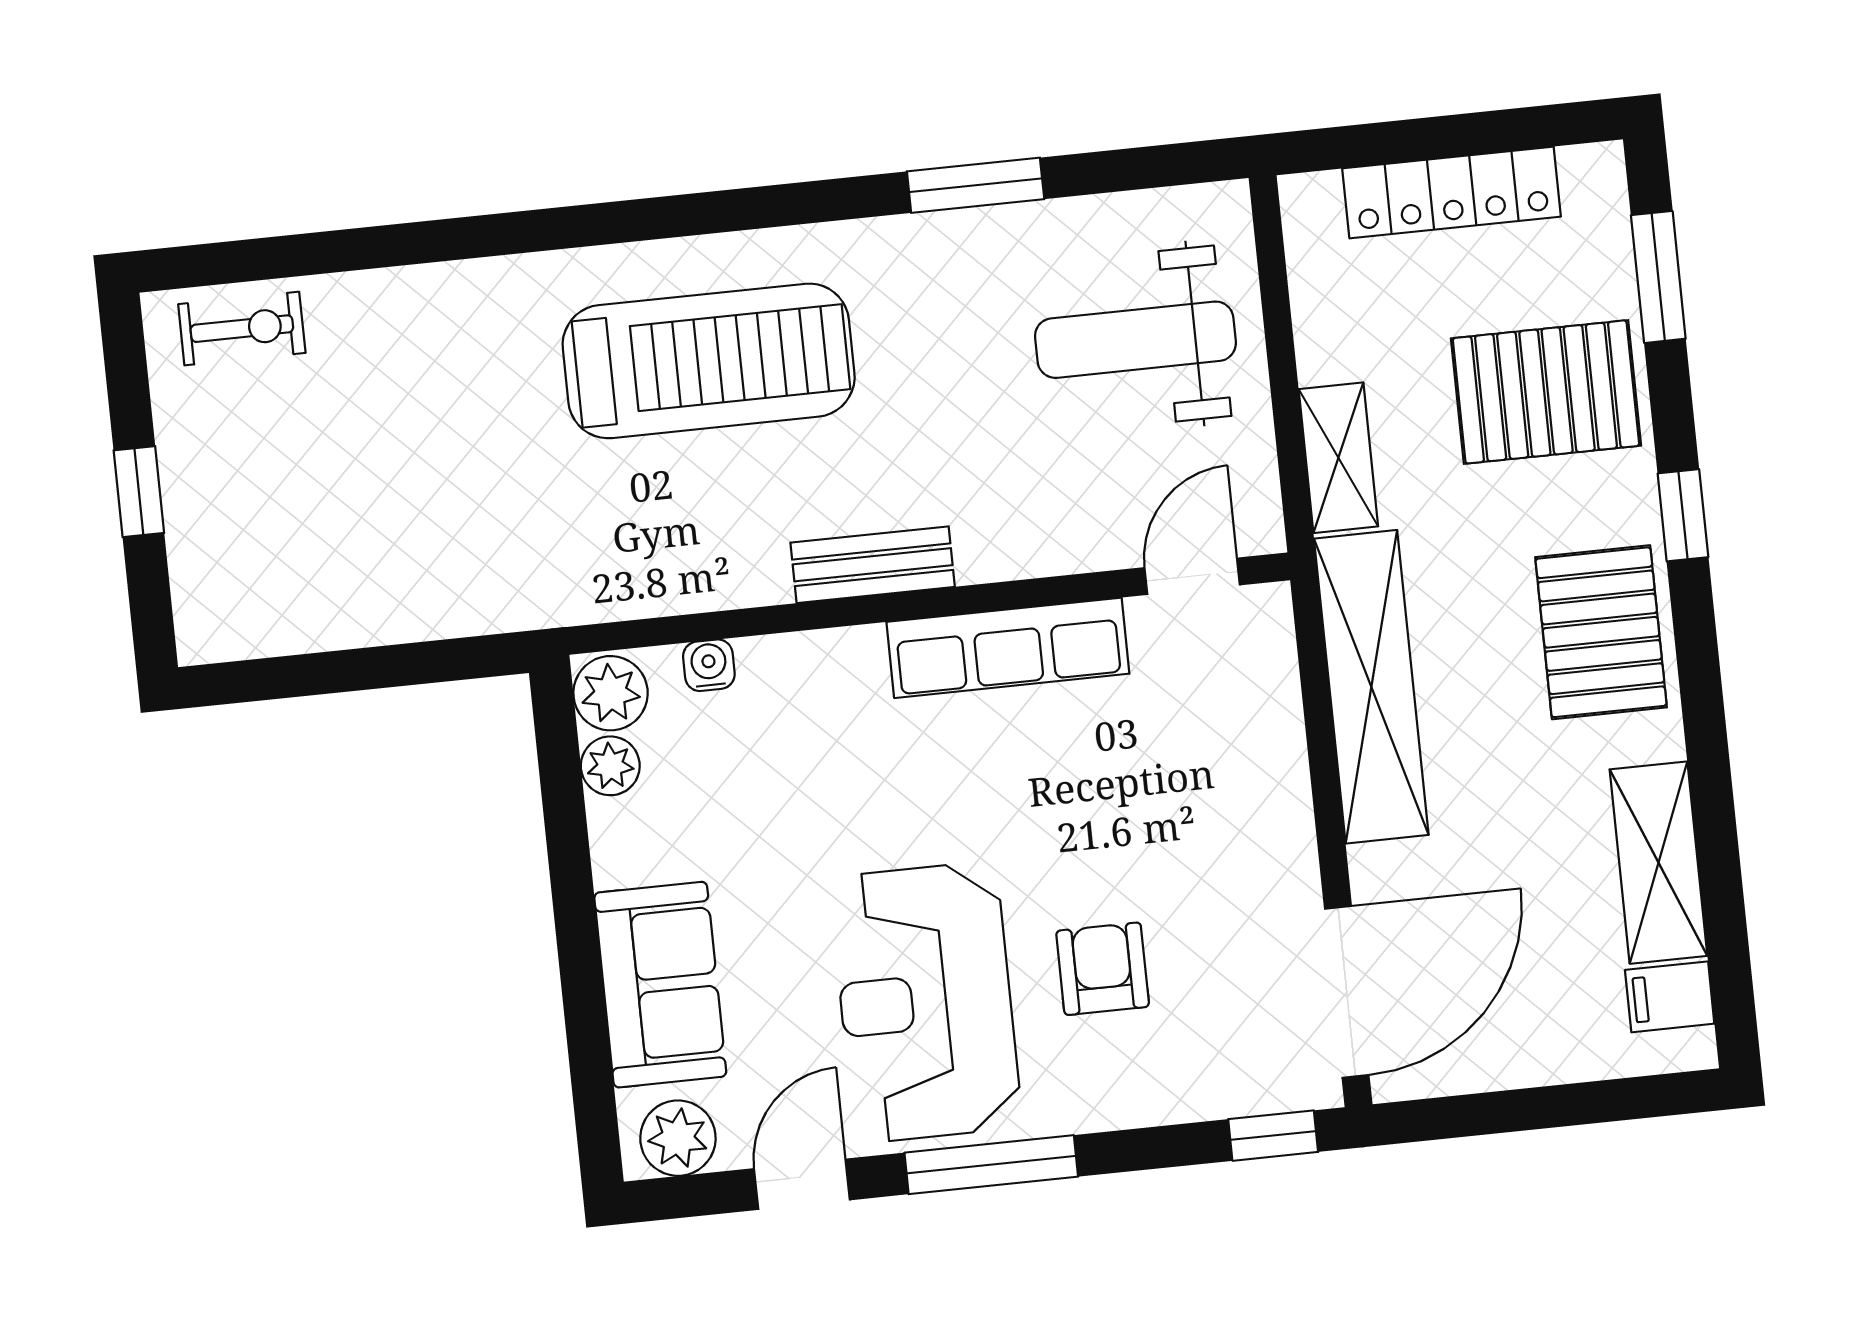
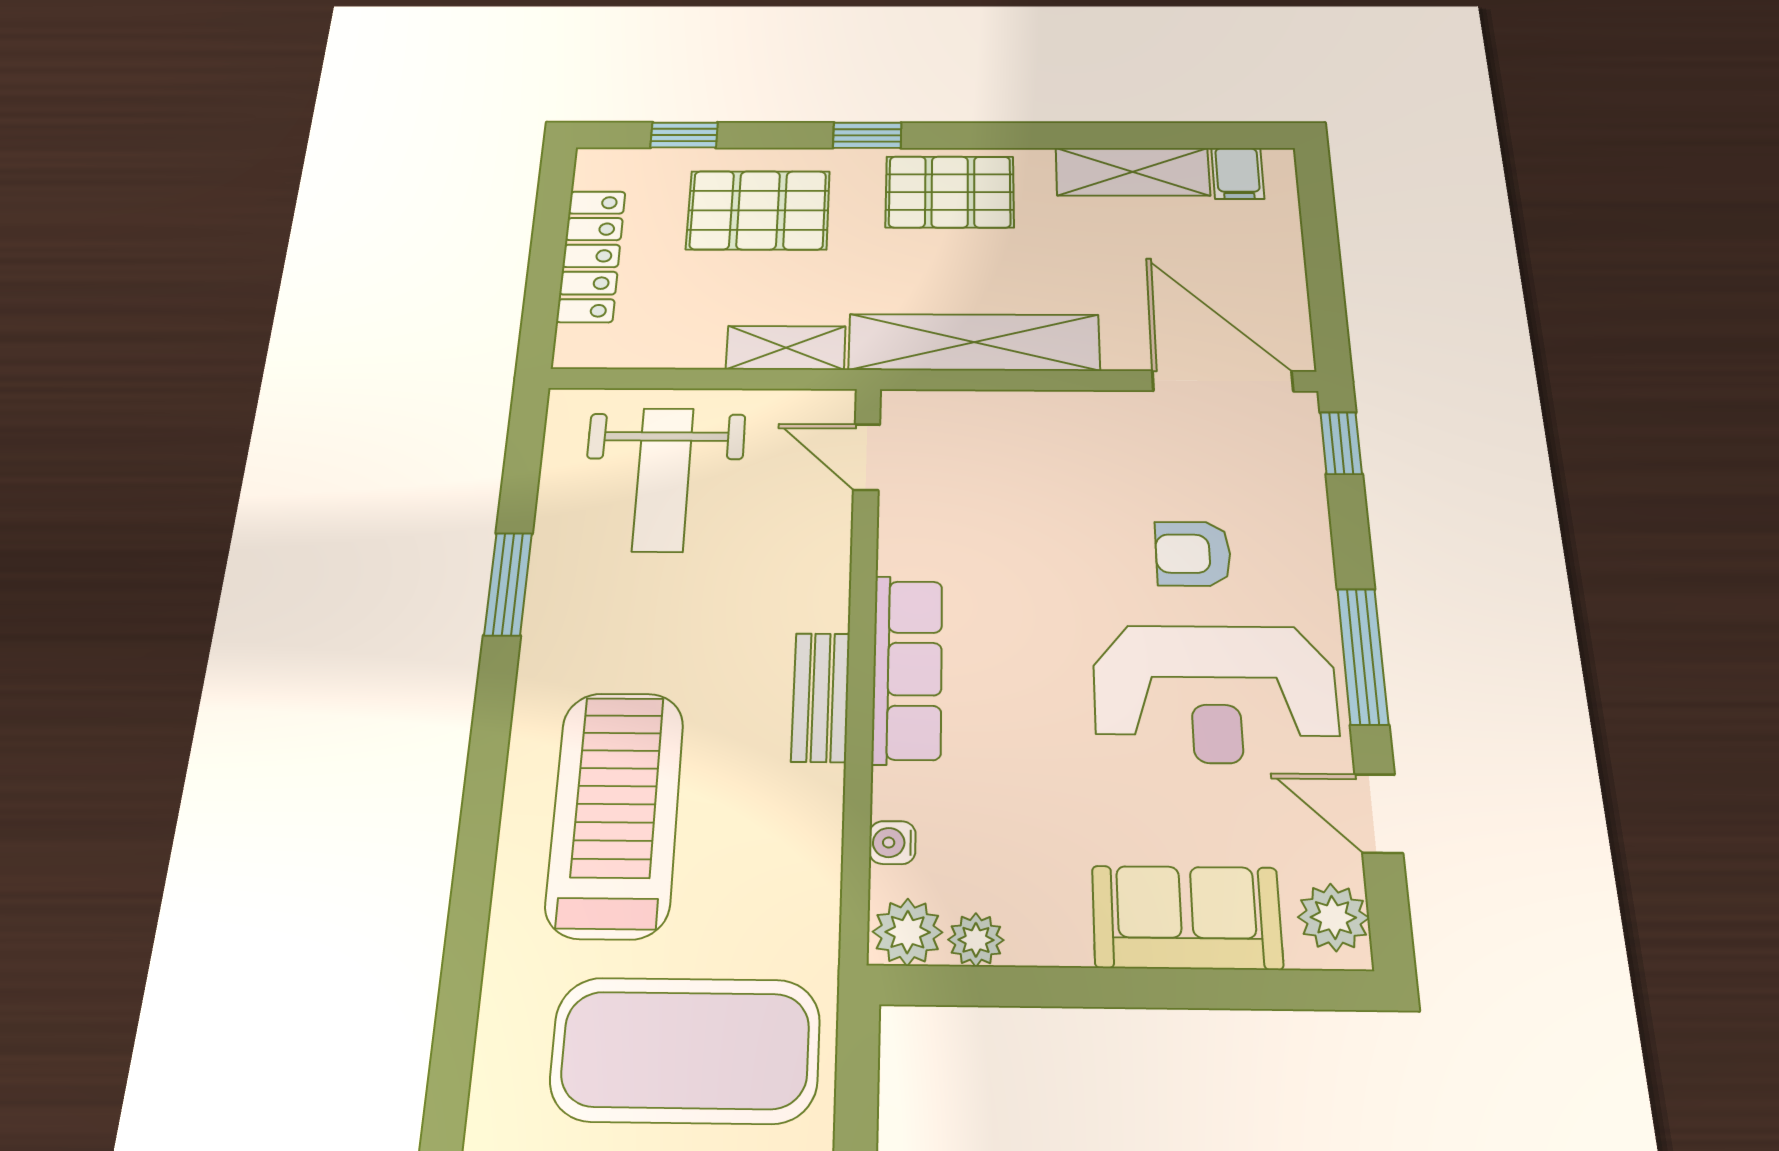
window: (1658, 277) -> (684, 135), width x0.67
pallet: (1546, 392) -> (758, 210), turned 90
exercise mat: (458, 481) -> (685, 1050), added
row of seats: (1008, 648) -> (907, 669), moved

